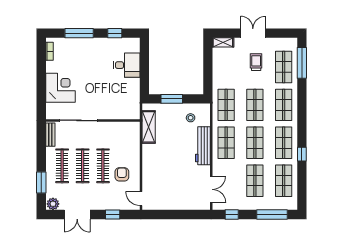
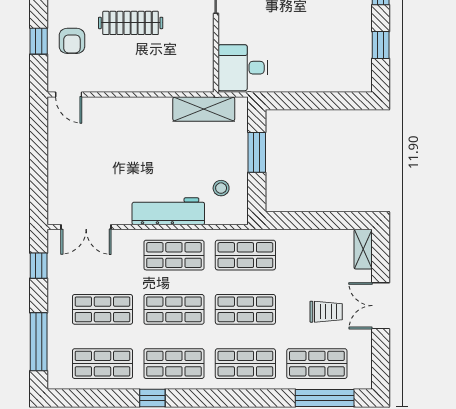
double door: (253, 33) -> (381, 306), swing flipped
desk: (127, 65) -> (243, 68), moved, turned 90
armchair: (122, 174) -> (72, 41), moved, turned 90
door: (141, 199) -> (69, 95), swing flipped

